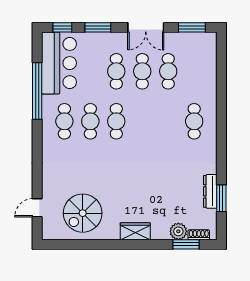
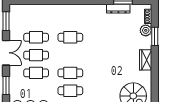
cafe table: (194, 121) -> (70, 37), moved
window: (186, 244) -> (155, 36), moved

